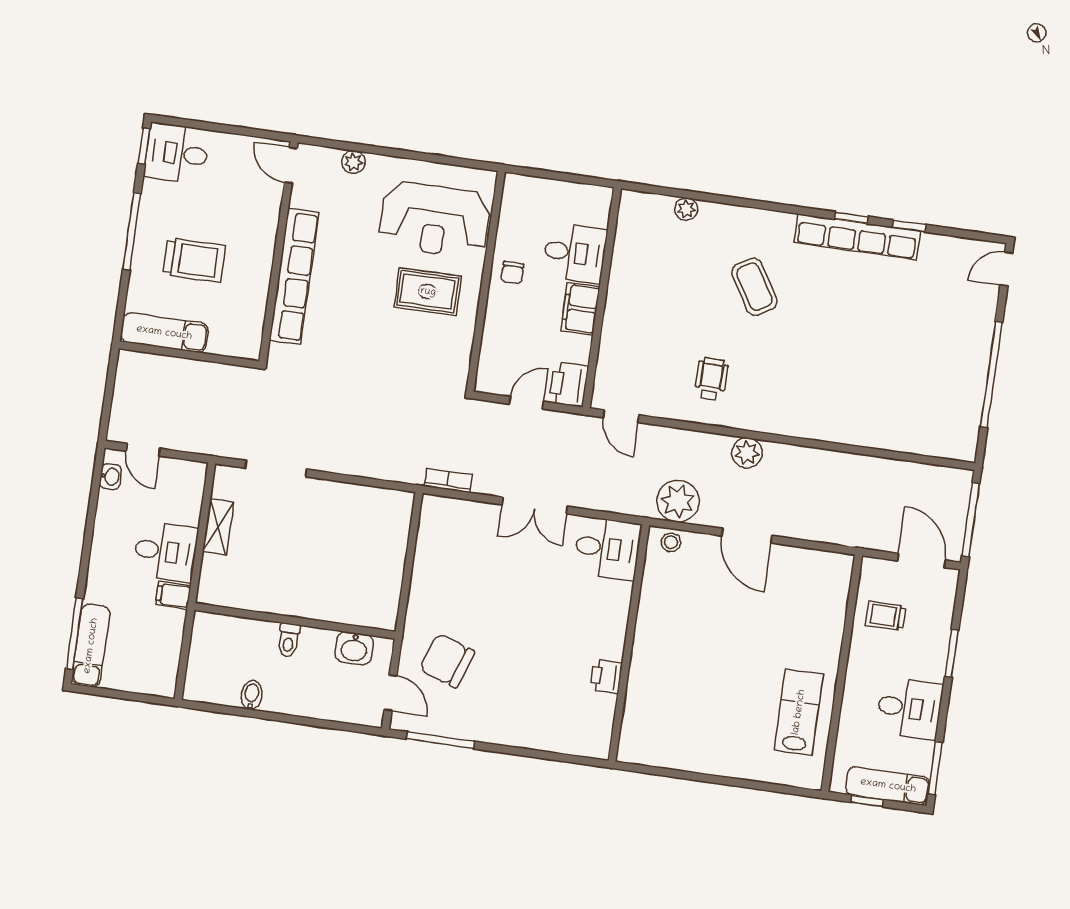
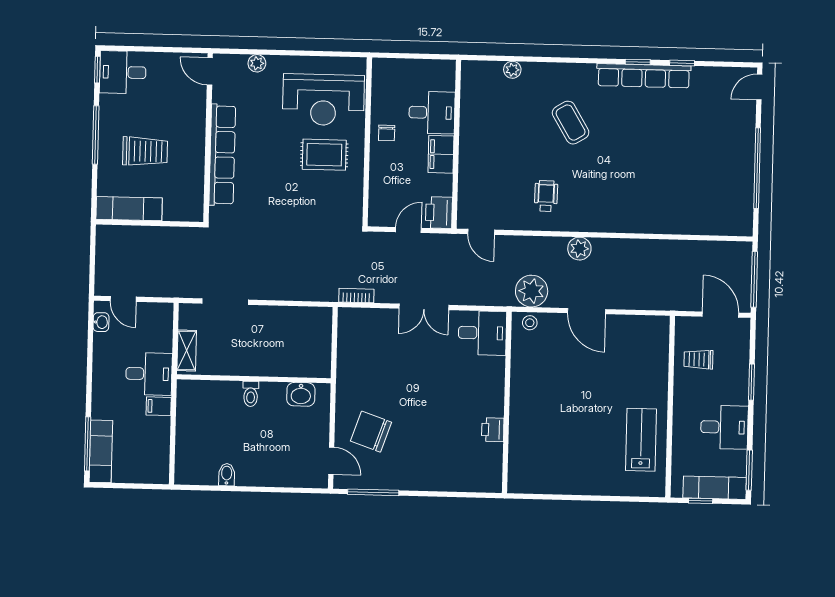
wall: (295, 621) -> (254, 379), moved
toilet: (289, 640) -> (251, 394), moved
washbasin: (354, 648) -> (301, 394), moved

